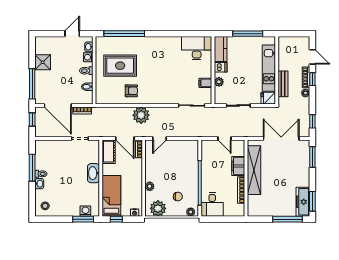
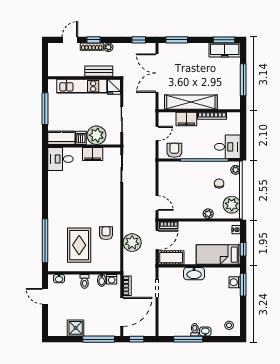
desk: (197, 48) -> (60, 159), width x0.73
washing machine: (88, 57) -> (112, 279), moved
plant: (219, 82) -> (96, 135), width x1.87, depth x1.87
filing cabinet: (205, 83) -> (93, 154), width x2.00
plant: (141, 115) -> (132, 243), moved
armchair: (209, 155) -> (174, 150), added
window: (288, 219) -> (243, 80), moved

